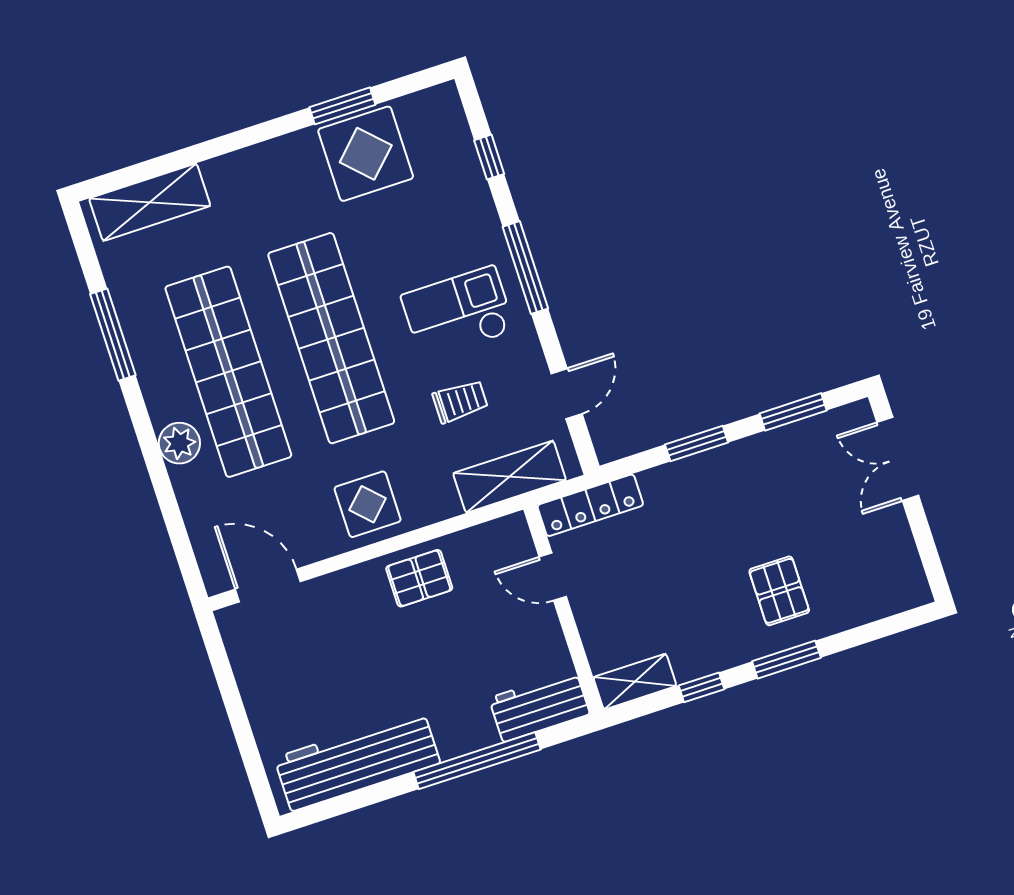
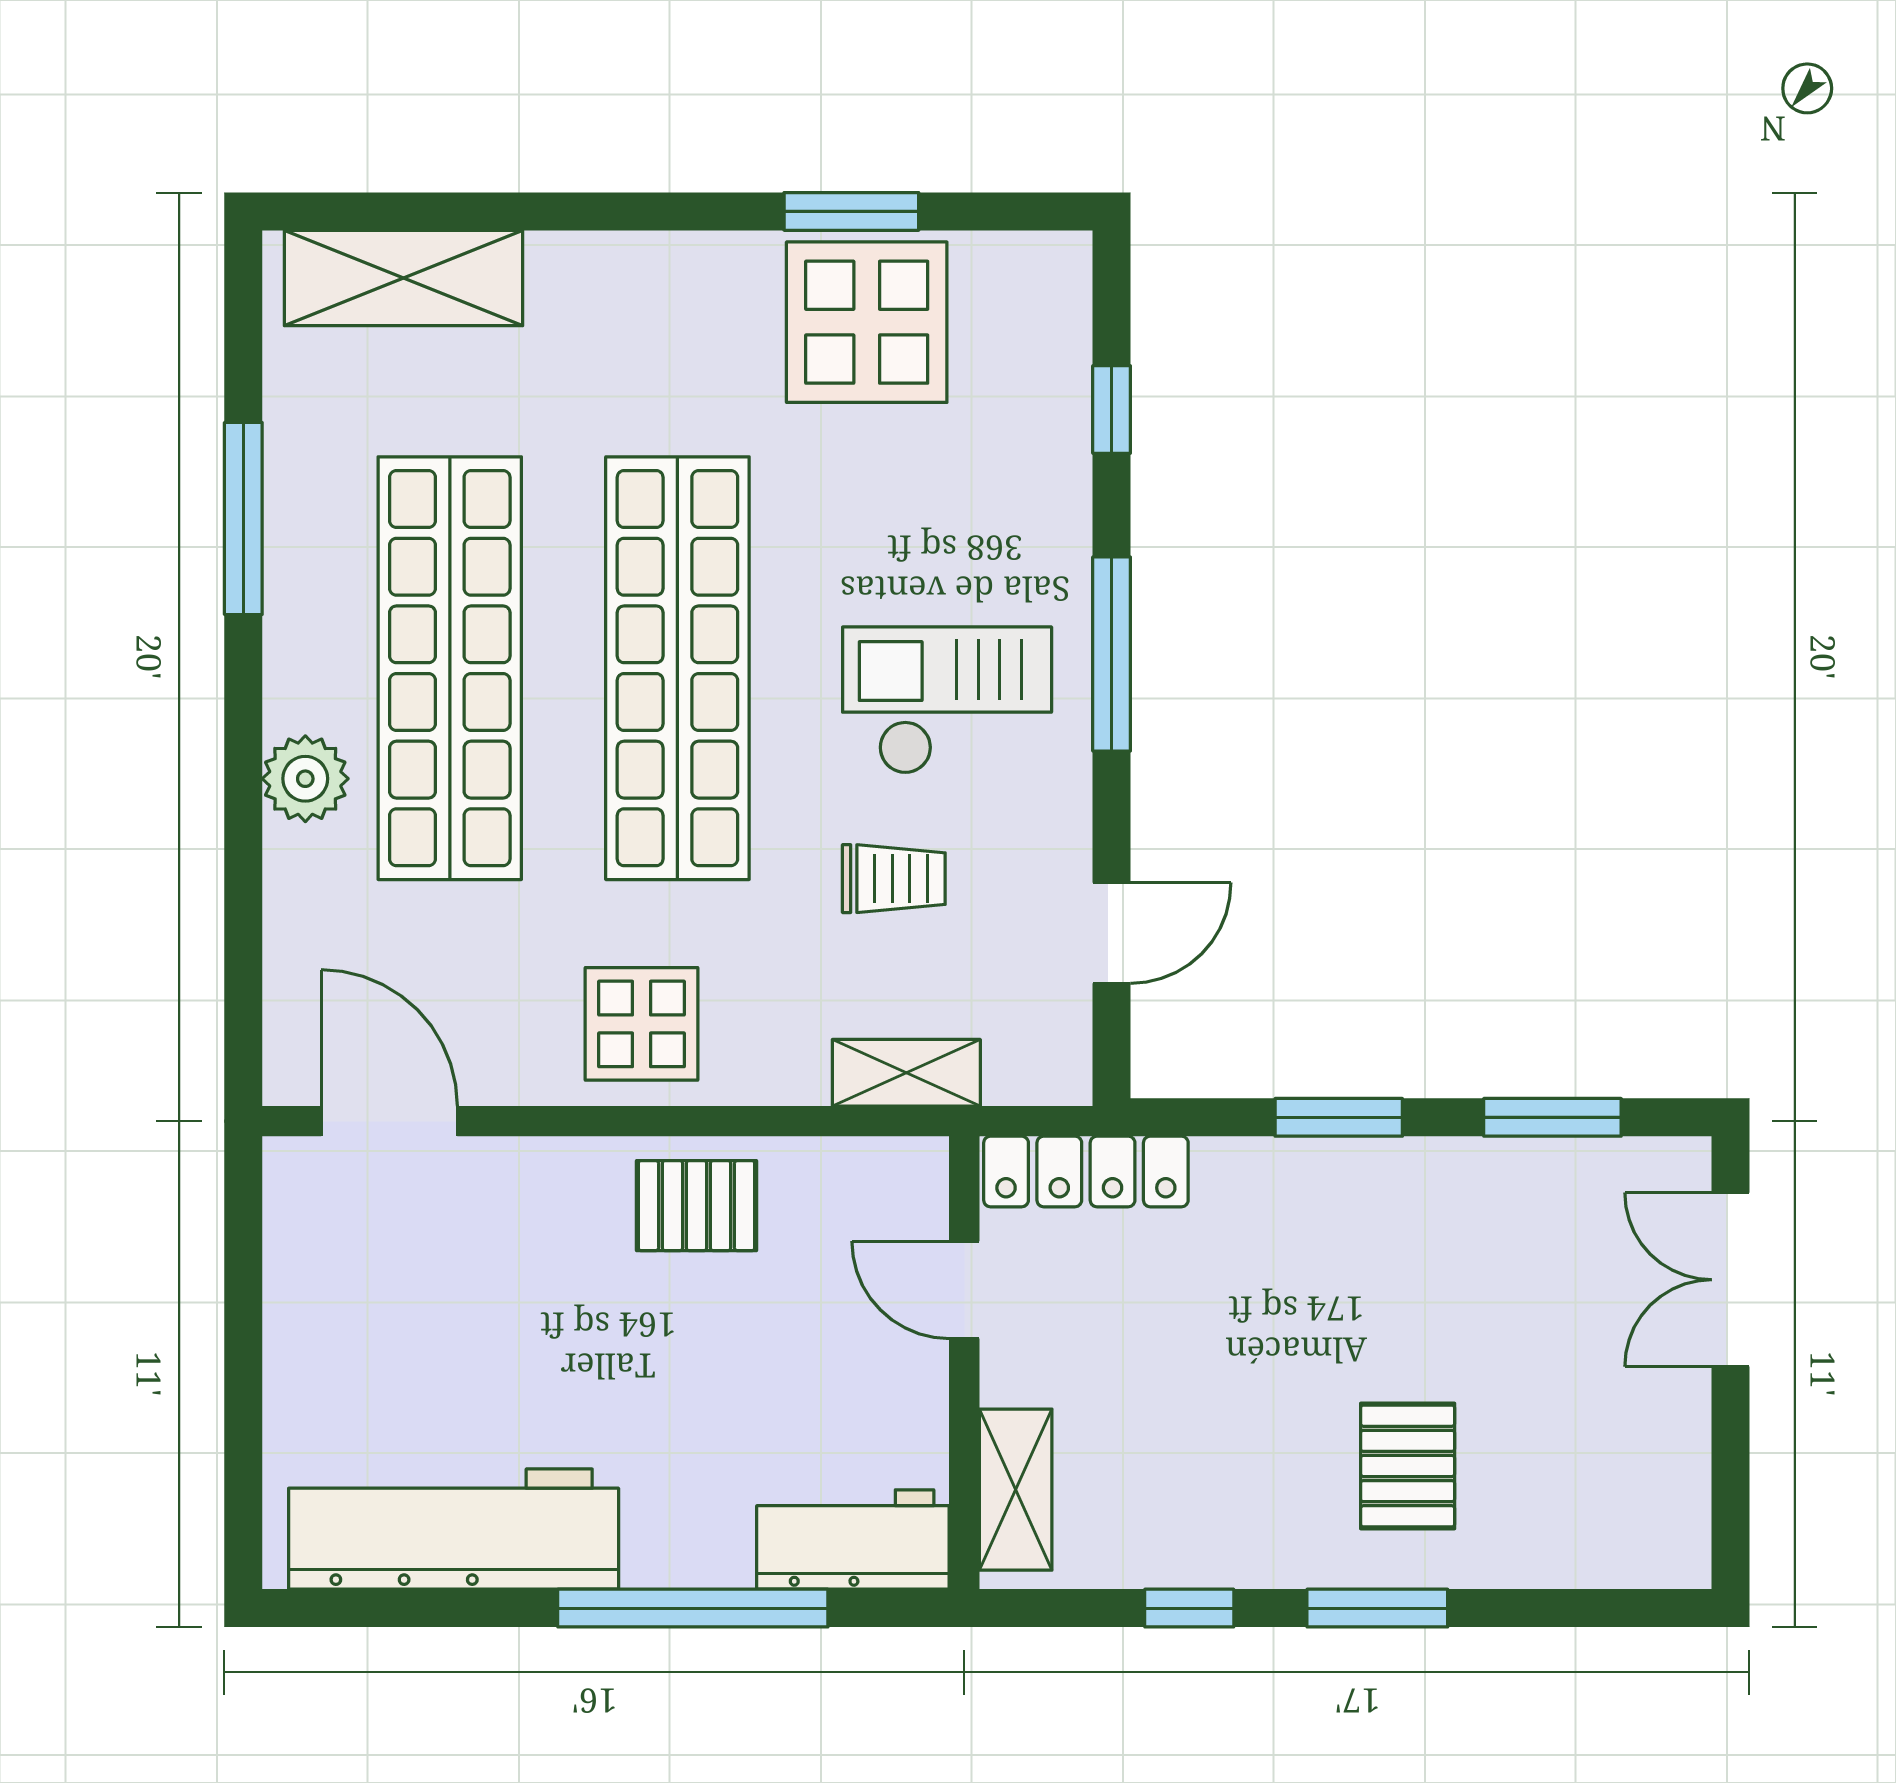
shelving: (510, 477) -> (906, 1073), width x0.67, depth x0.75
shelving: (635, 682) -> (1016, 1490), moved, turned 90

